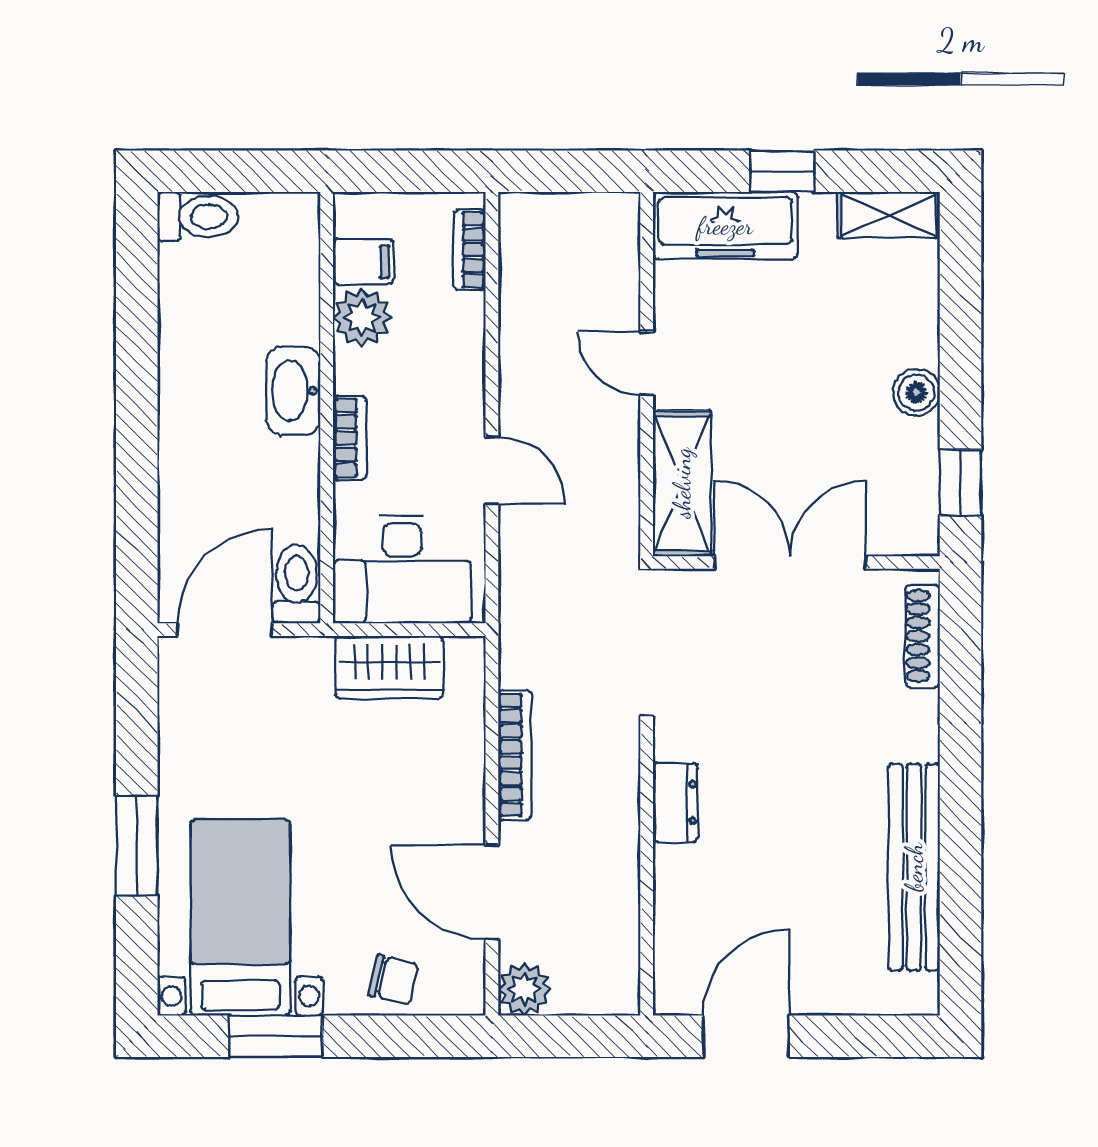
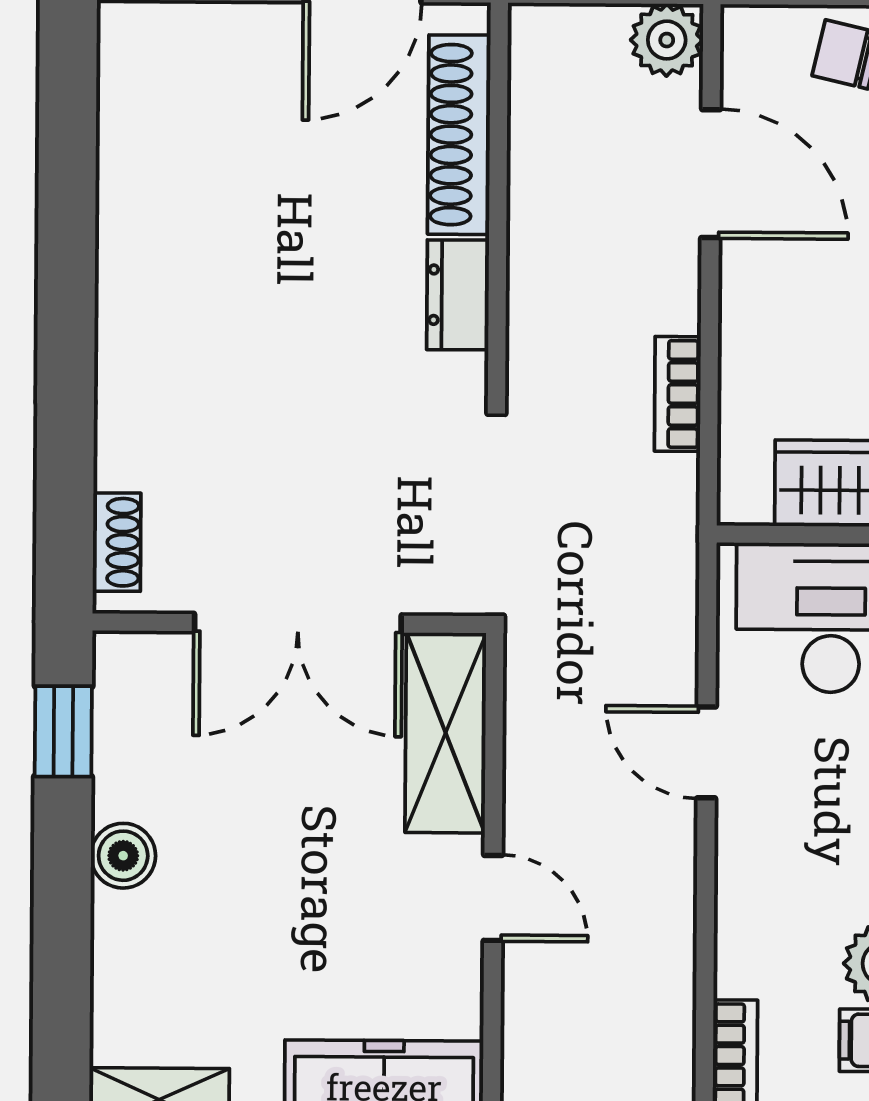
shoe rack: (922, 636) -> (117, 542), width x0.70
bookcase: (515, 755) -> (678, 394), width x0.64
bench: (914, 867) -> (131, 204), removed
shoe rack: (675, 919) -> (459, 135), added

